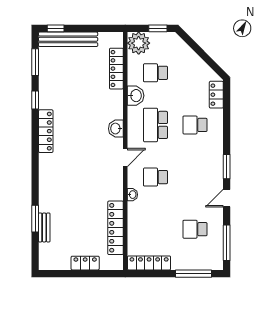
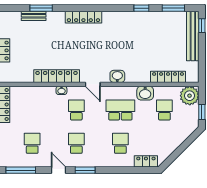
locker: (46, 131) -> (83, 17), moved
school desk: (195, 177) -> (76, 143), added
locker: (116, 228) -> (57, 76), moved

